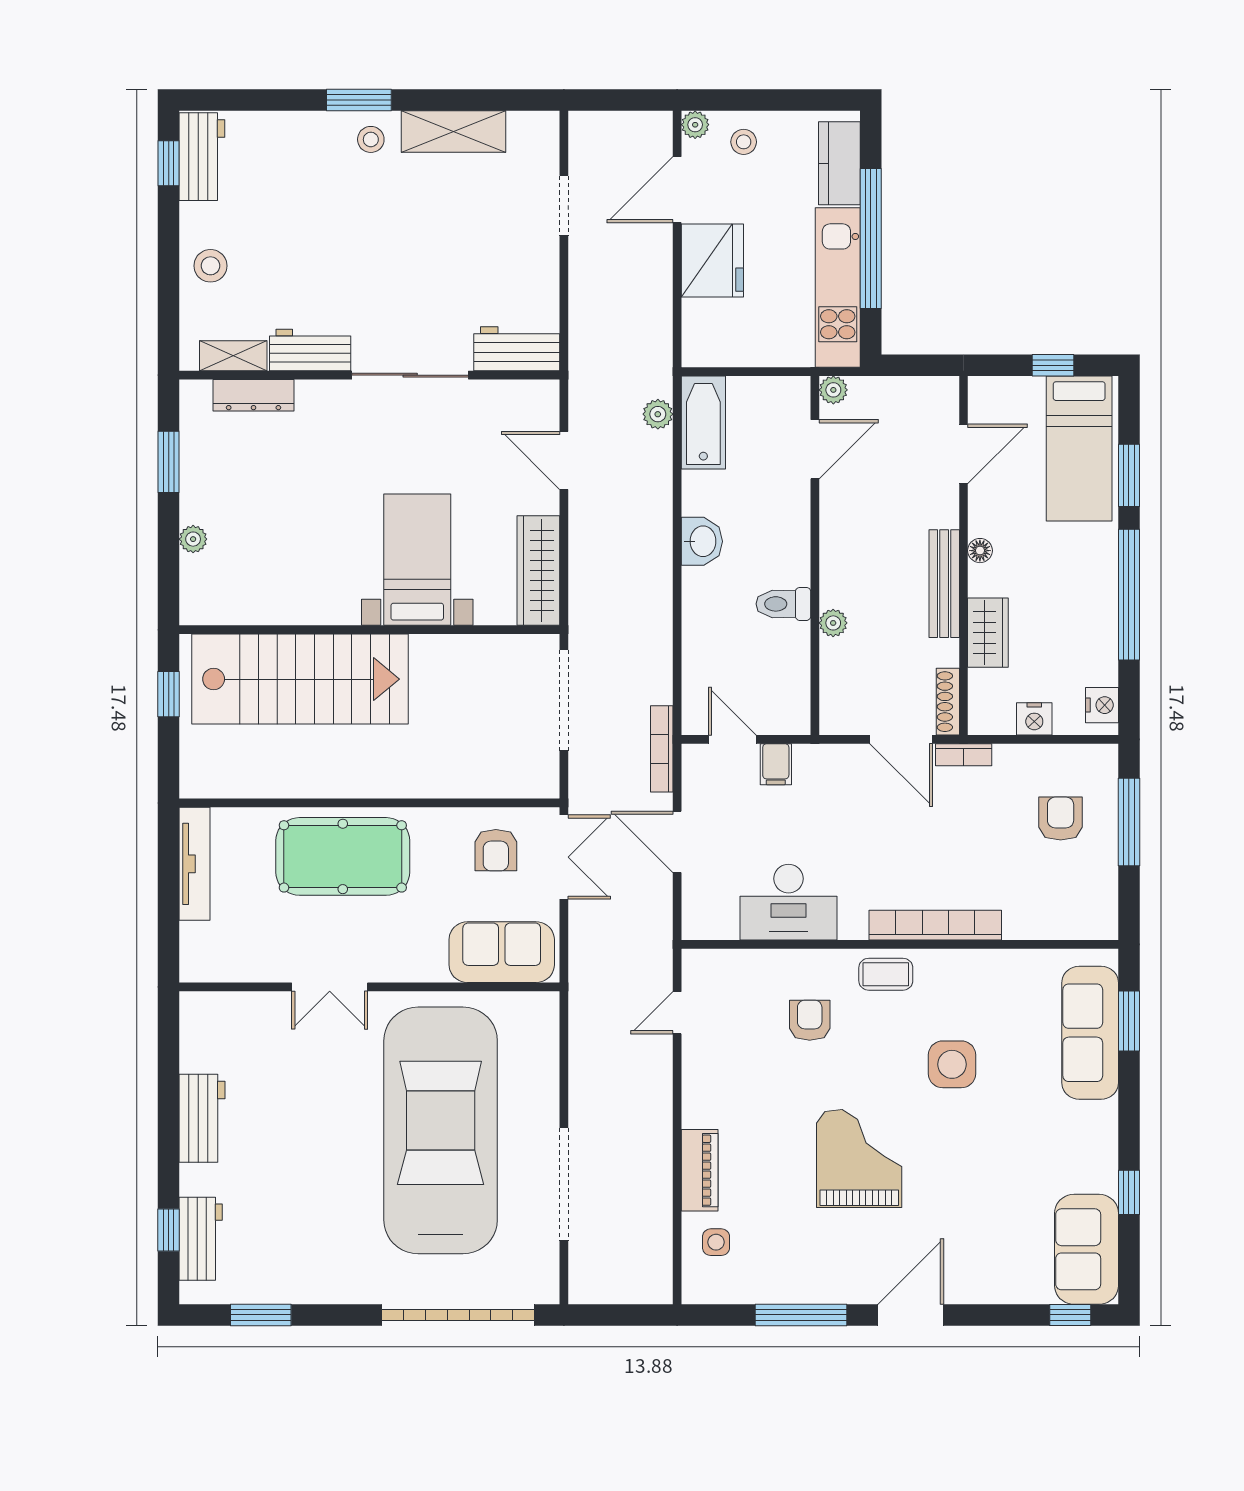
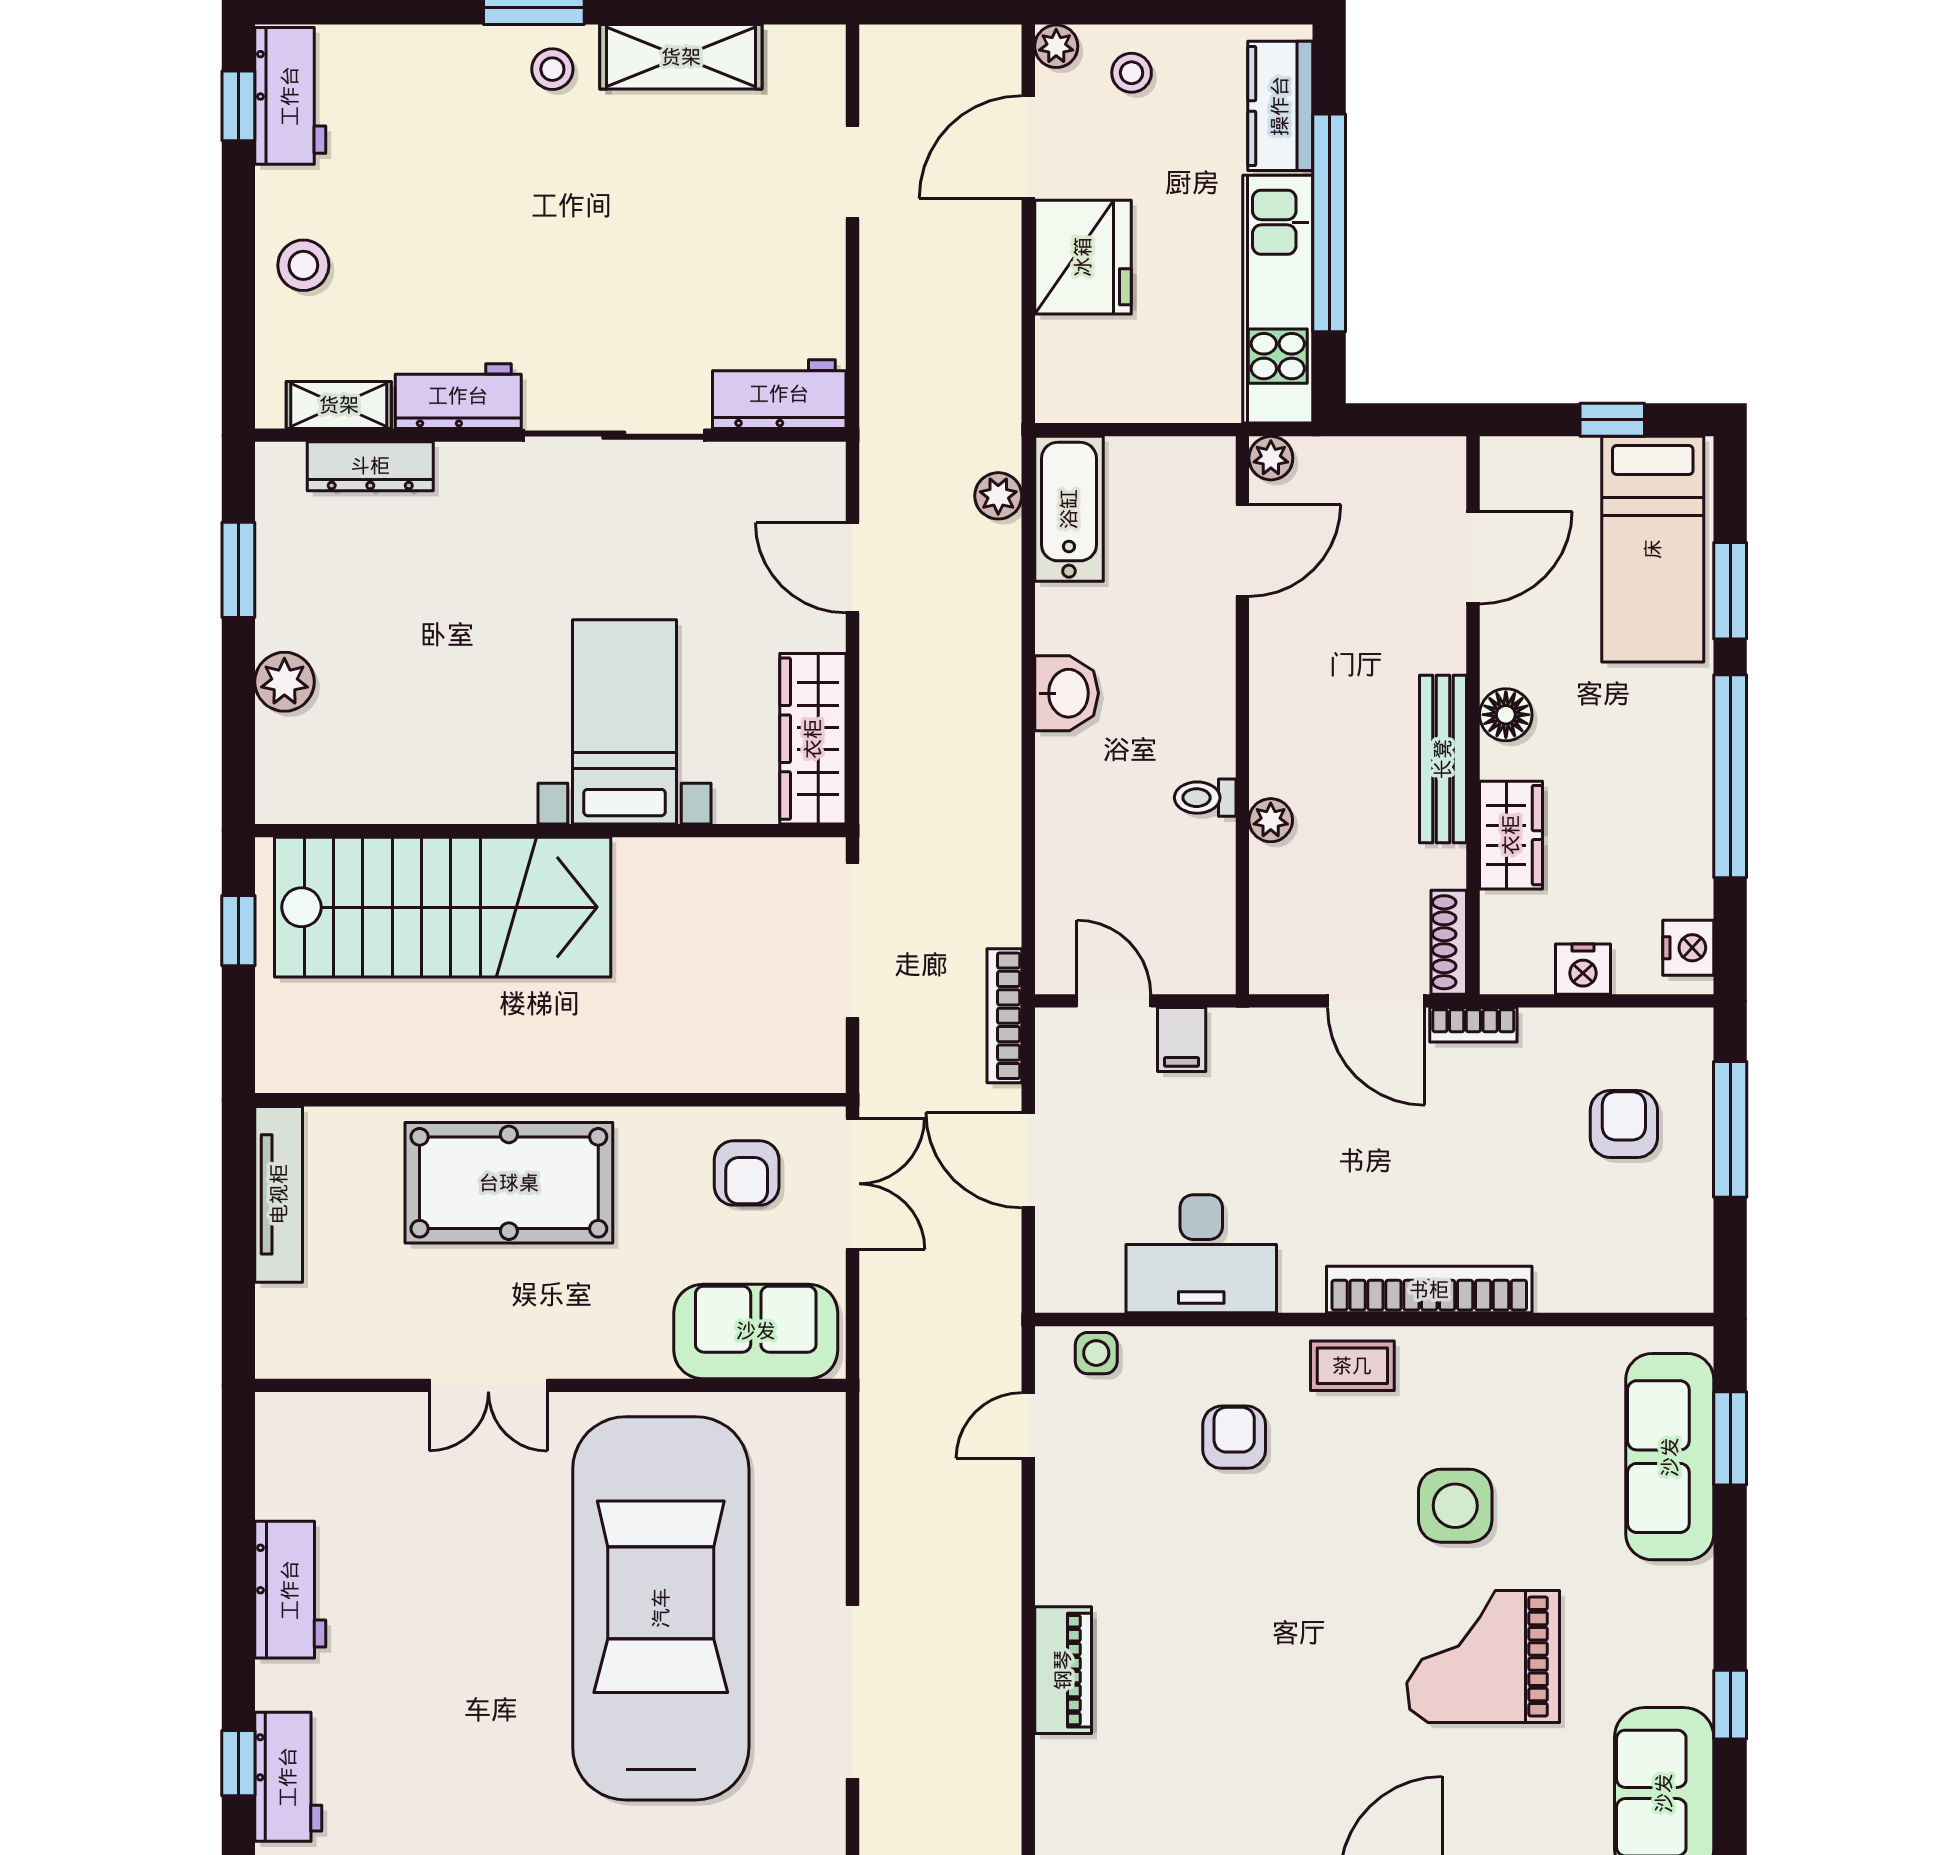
plant: (193, 539) -> (284, 682), width x1.38, depth x1.38
floor lamp: (980, 551) -> (1506, 715), width x1.37, depth x1.37
toilet: (783, 604) -> (1205, 798), width x0.73, depth x0.72
grand piano: (859, 1158) -> (1483, 1656), moved, turned -90
side table: (716, 1242) -> (1096, 1353), moved

